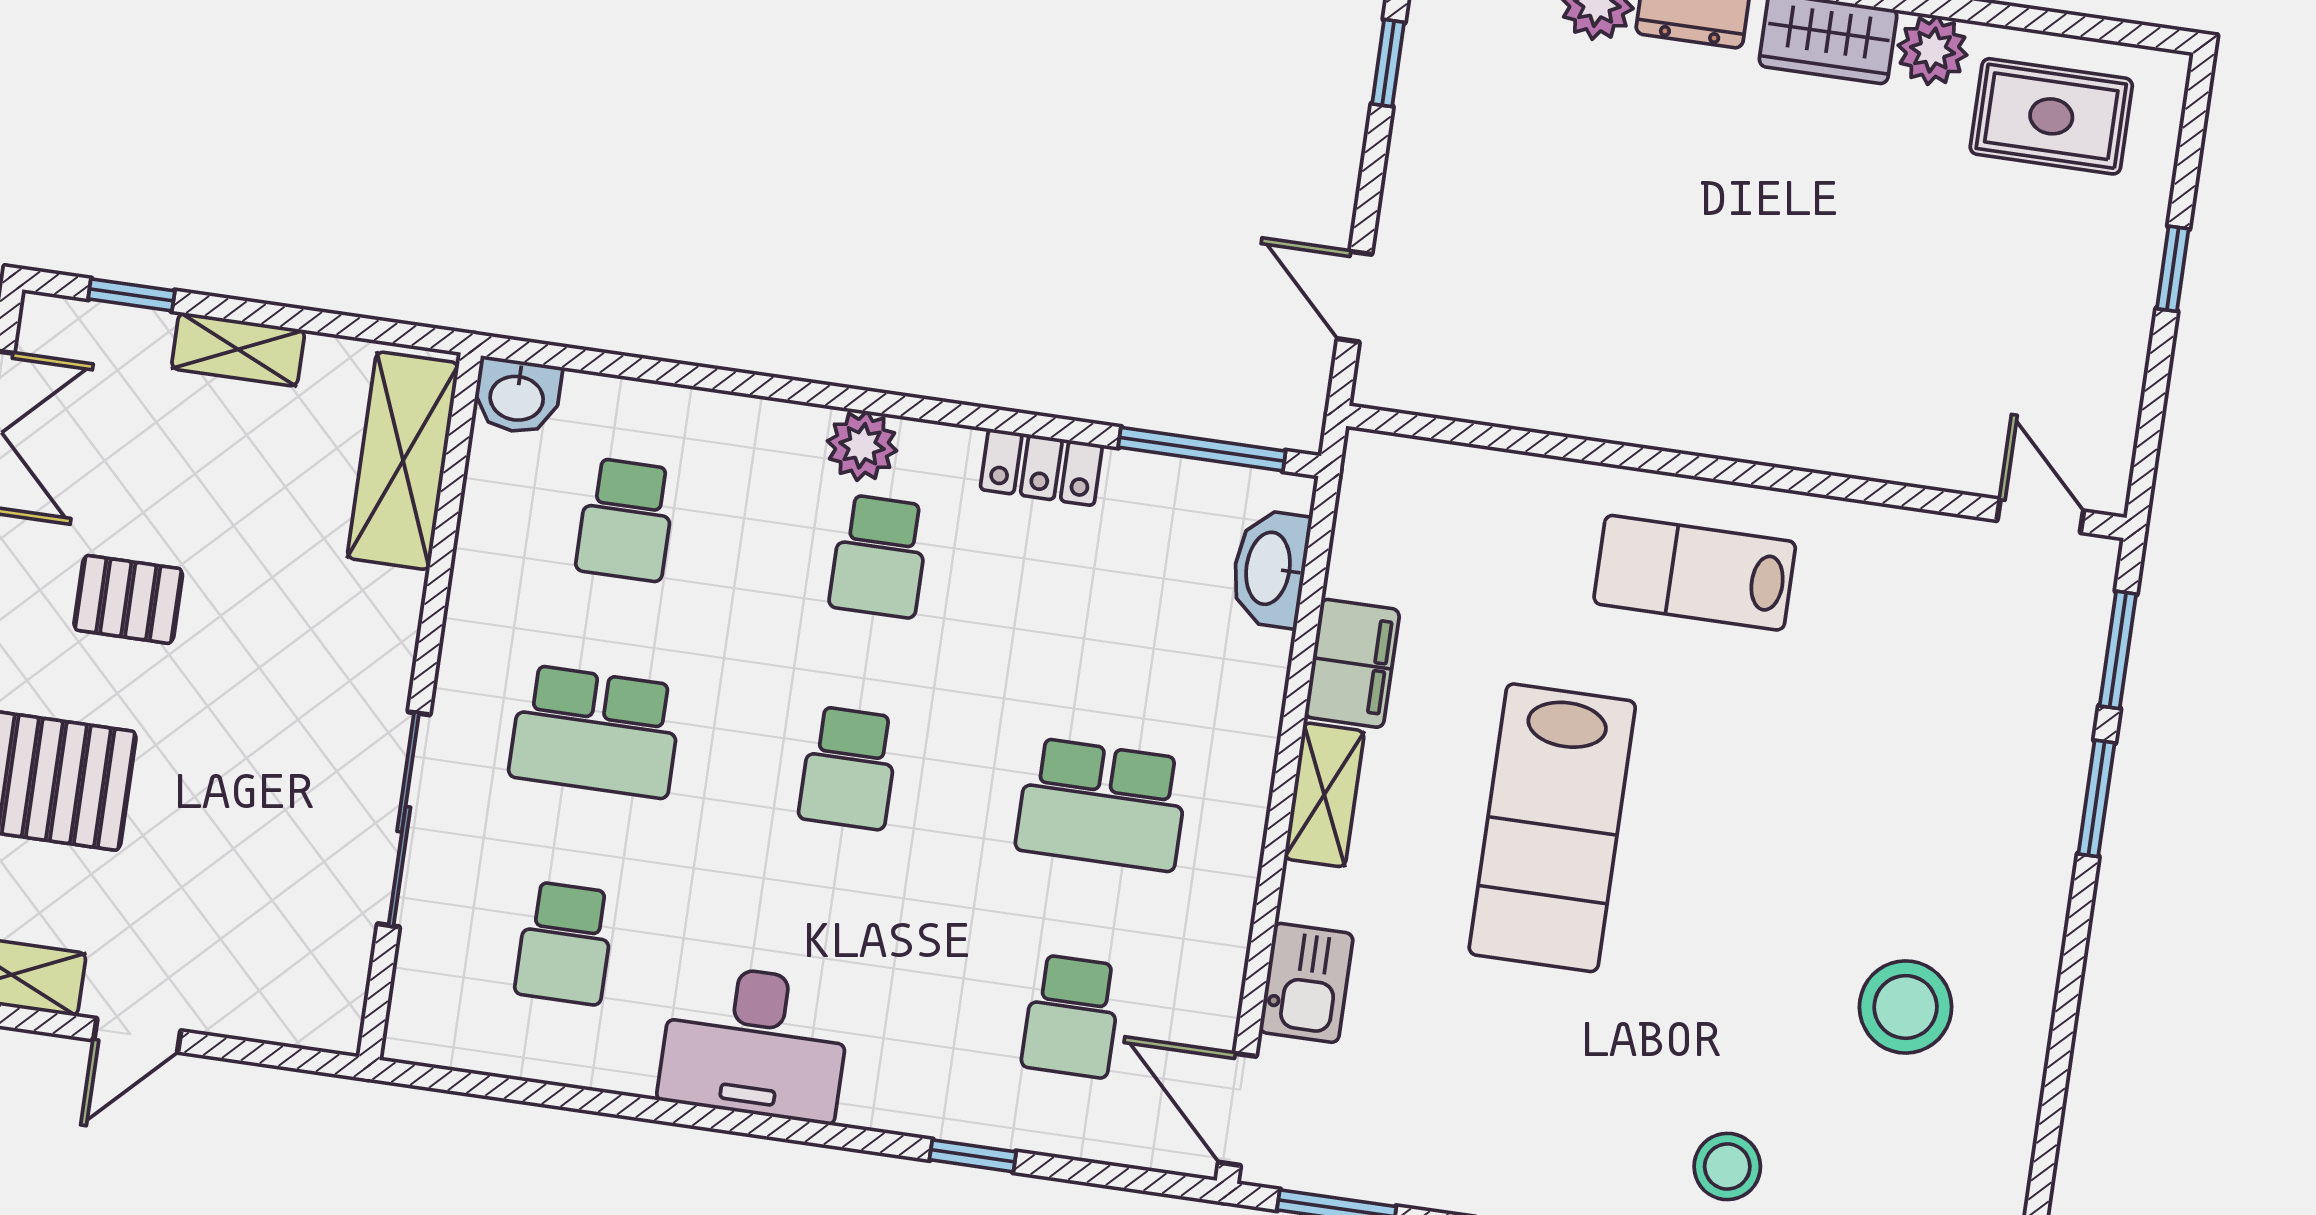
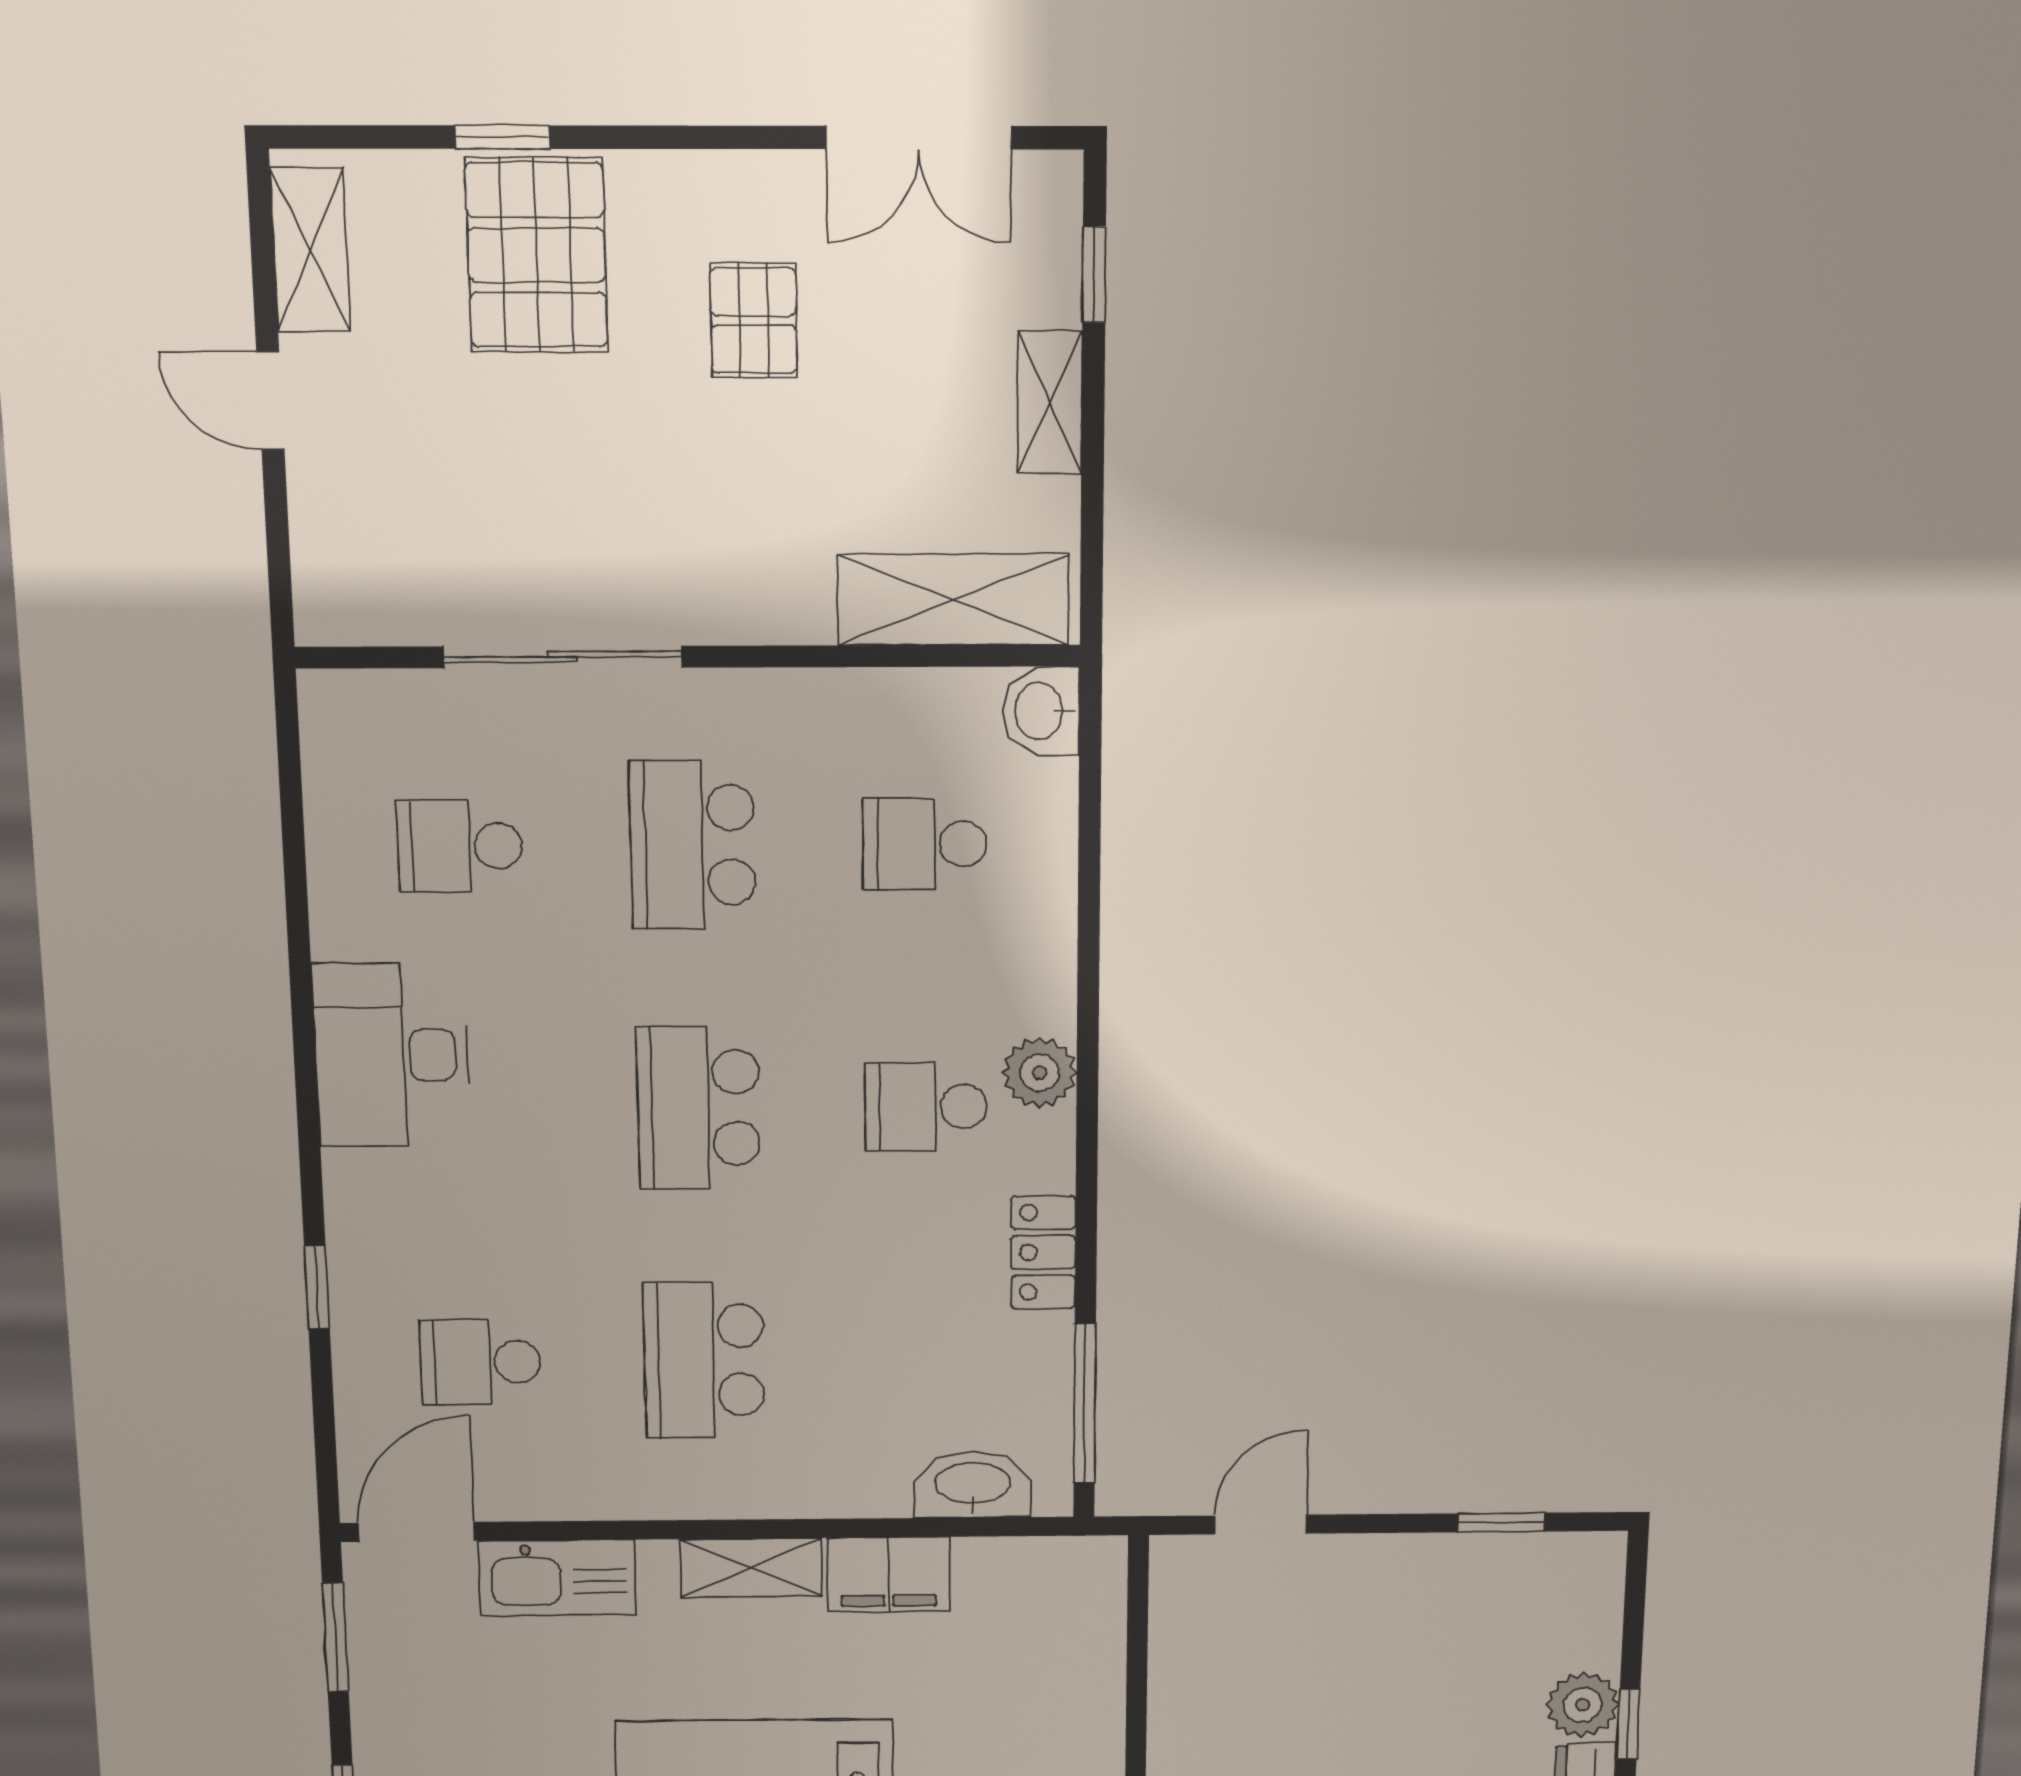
school desk: (849, 768) -> (698, 1108), width x1.85
kitchen sink: (1306, 983) -> (557, 1578), width x1.38

